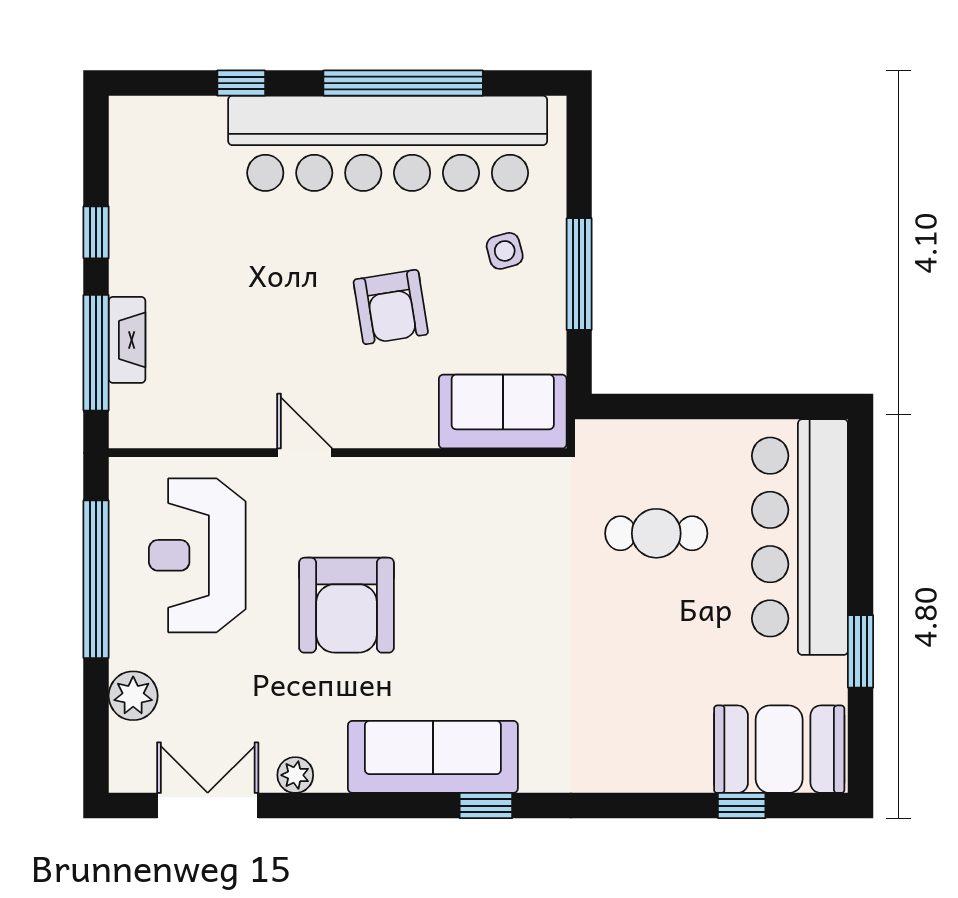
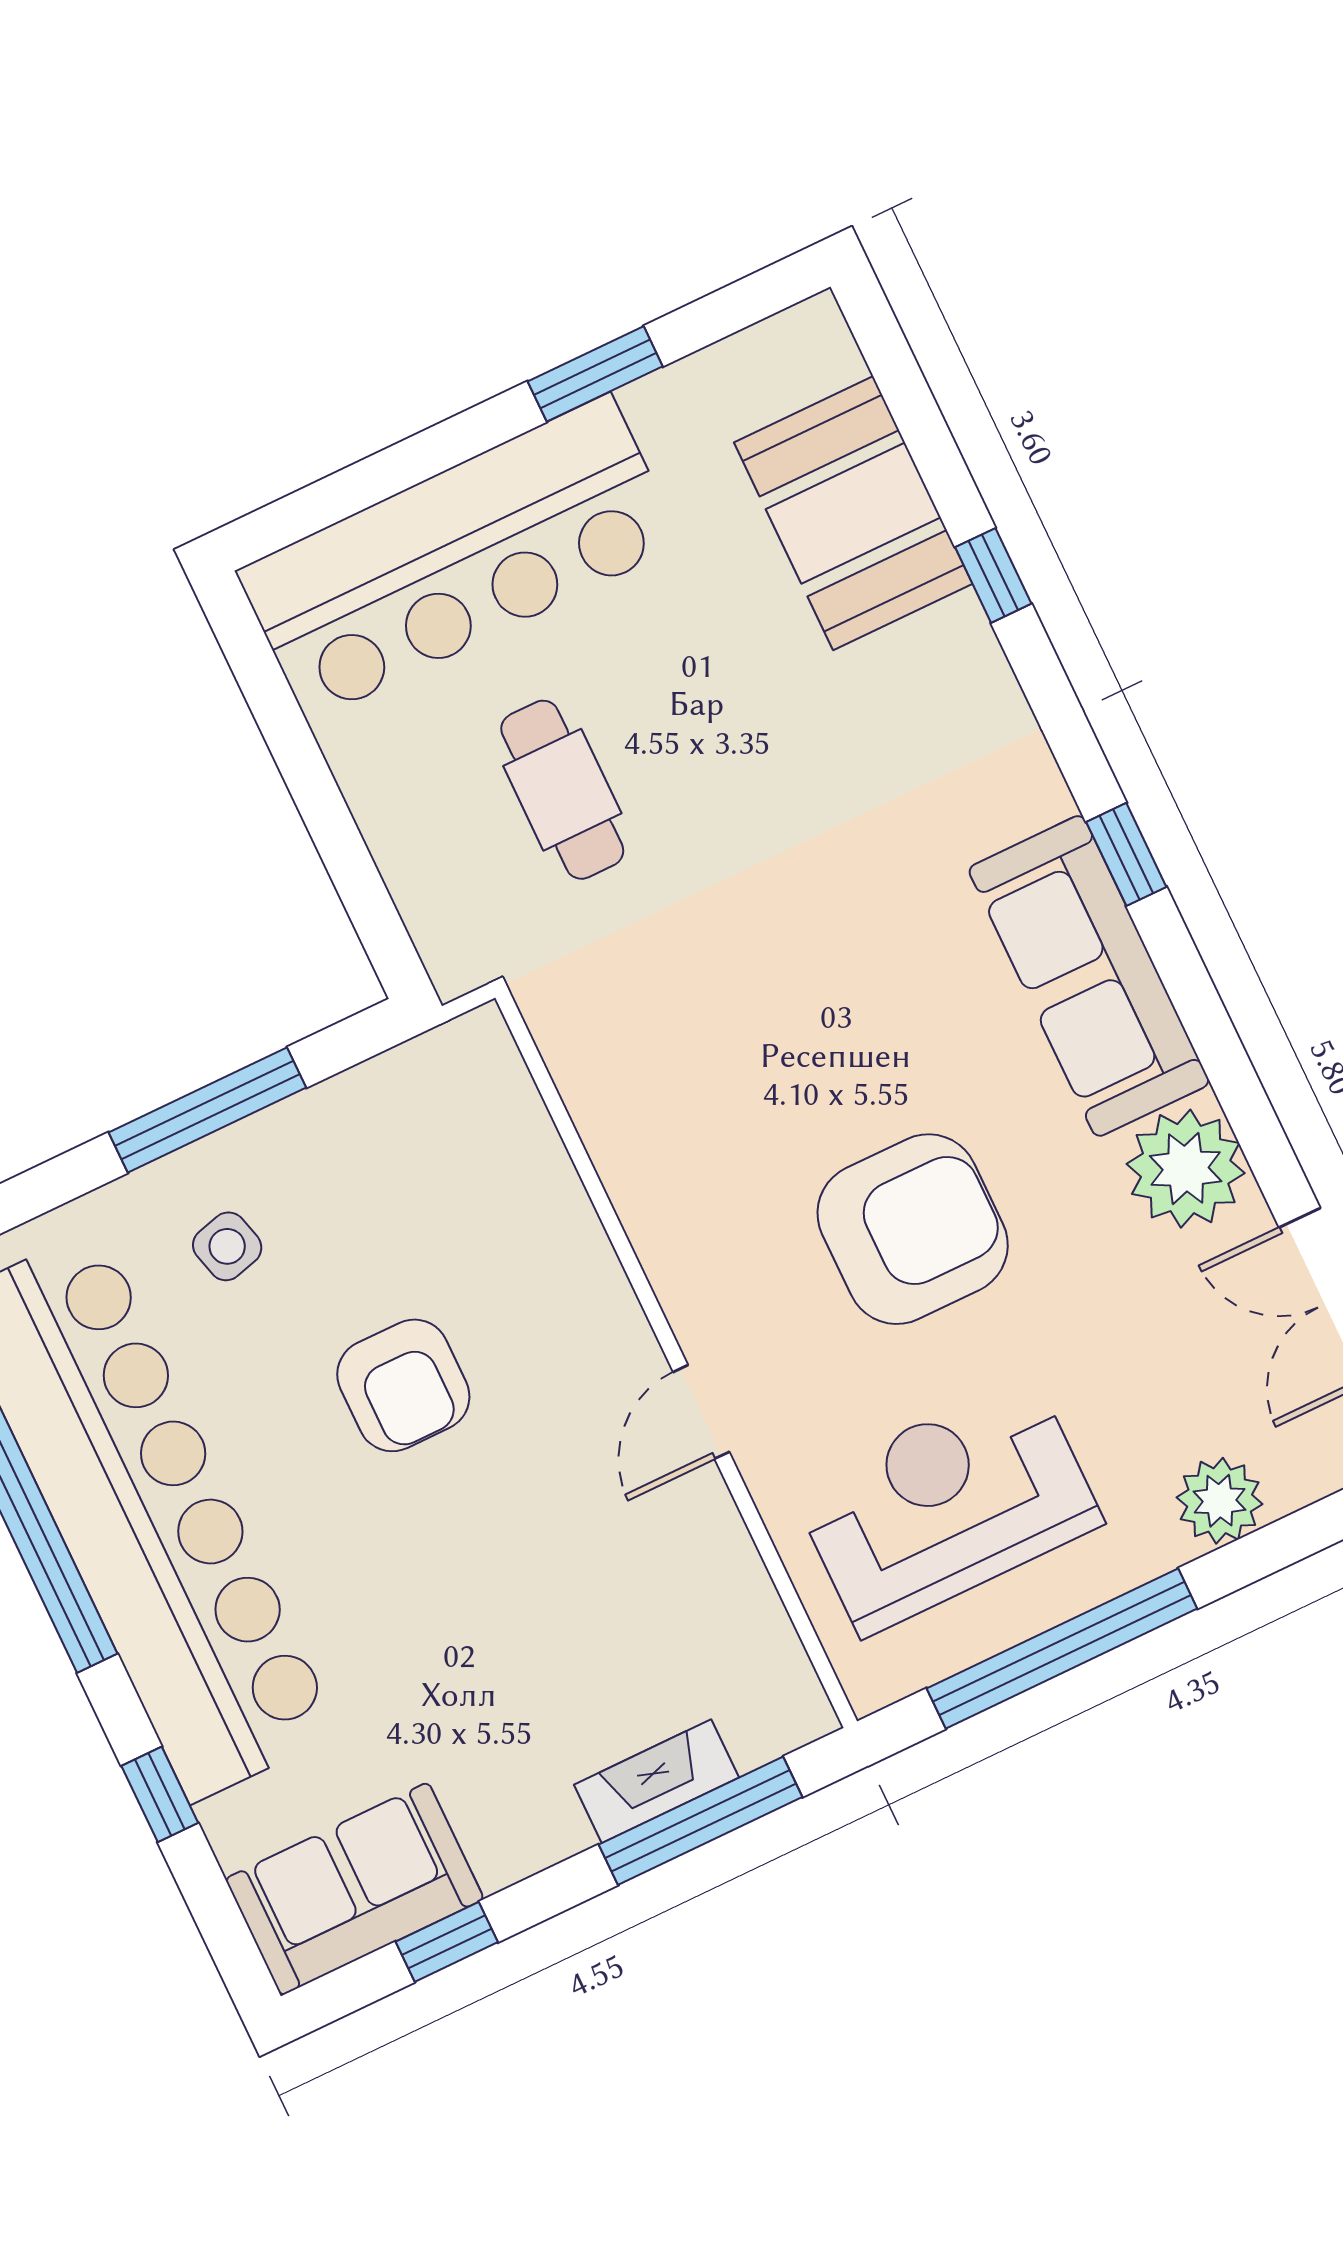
window: (96, 232) -> (447, 1942), moved
armchair: (391, 307) -> (403, 1385), turned 99
sofa: (503, 412) -> (355, 1889), moved, turned 90
reception desk: (197, 555) -> (947, 1505), turned 180
booth: (779, 749) -> (853, 513), moved
plant: (295, 775) -> (1186, 1169), width x1.87, depth x1.87
window: (742, 806) -> (993, 575), moved

